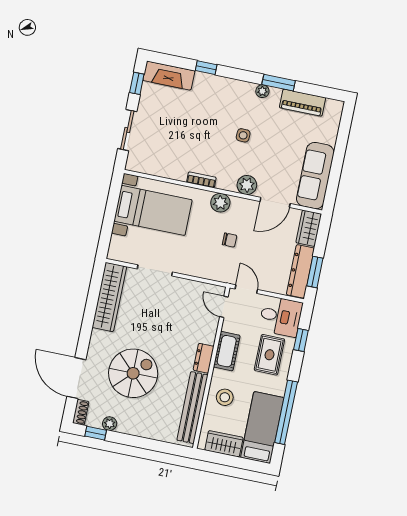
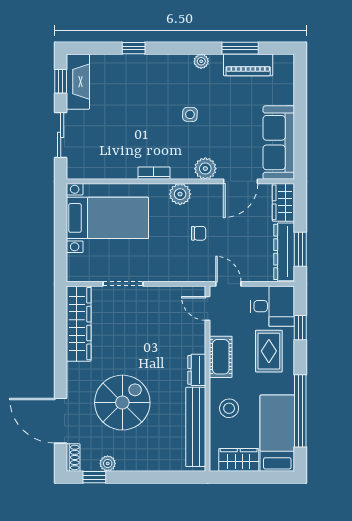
fireplace: (169, 76) -> (78, 82), moved, turned -90
window: (279, 83) -> (240, 48), moved

